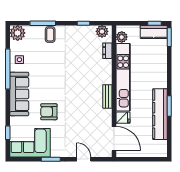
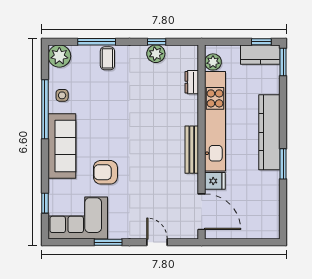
plant: (102, 31) -> (156, 54), moved
bench: (107, 96) -> (192, 150), width x1.36
kitchen counter: (160, 114) -> (269, 132), moved

